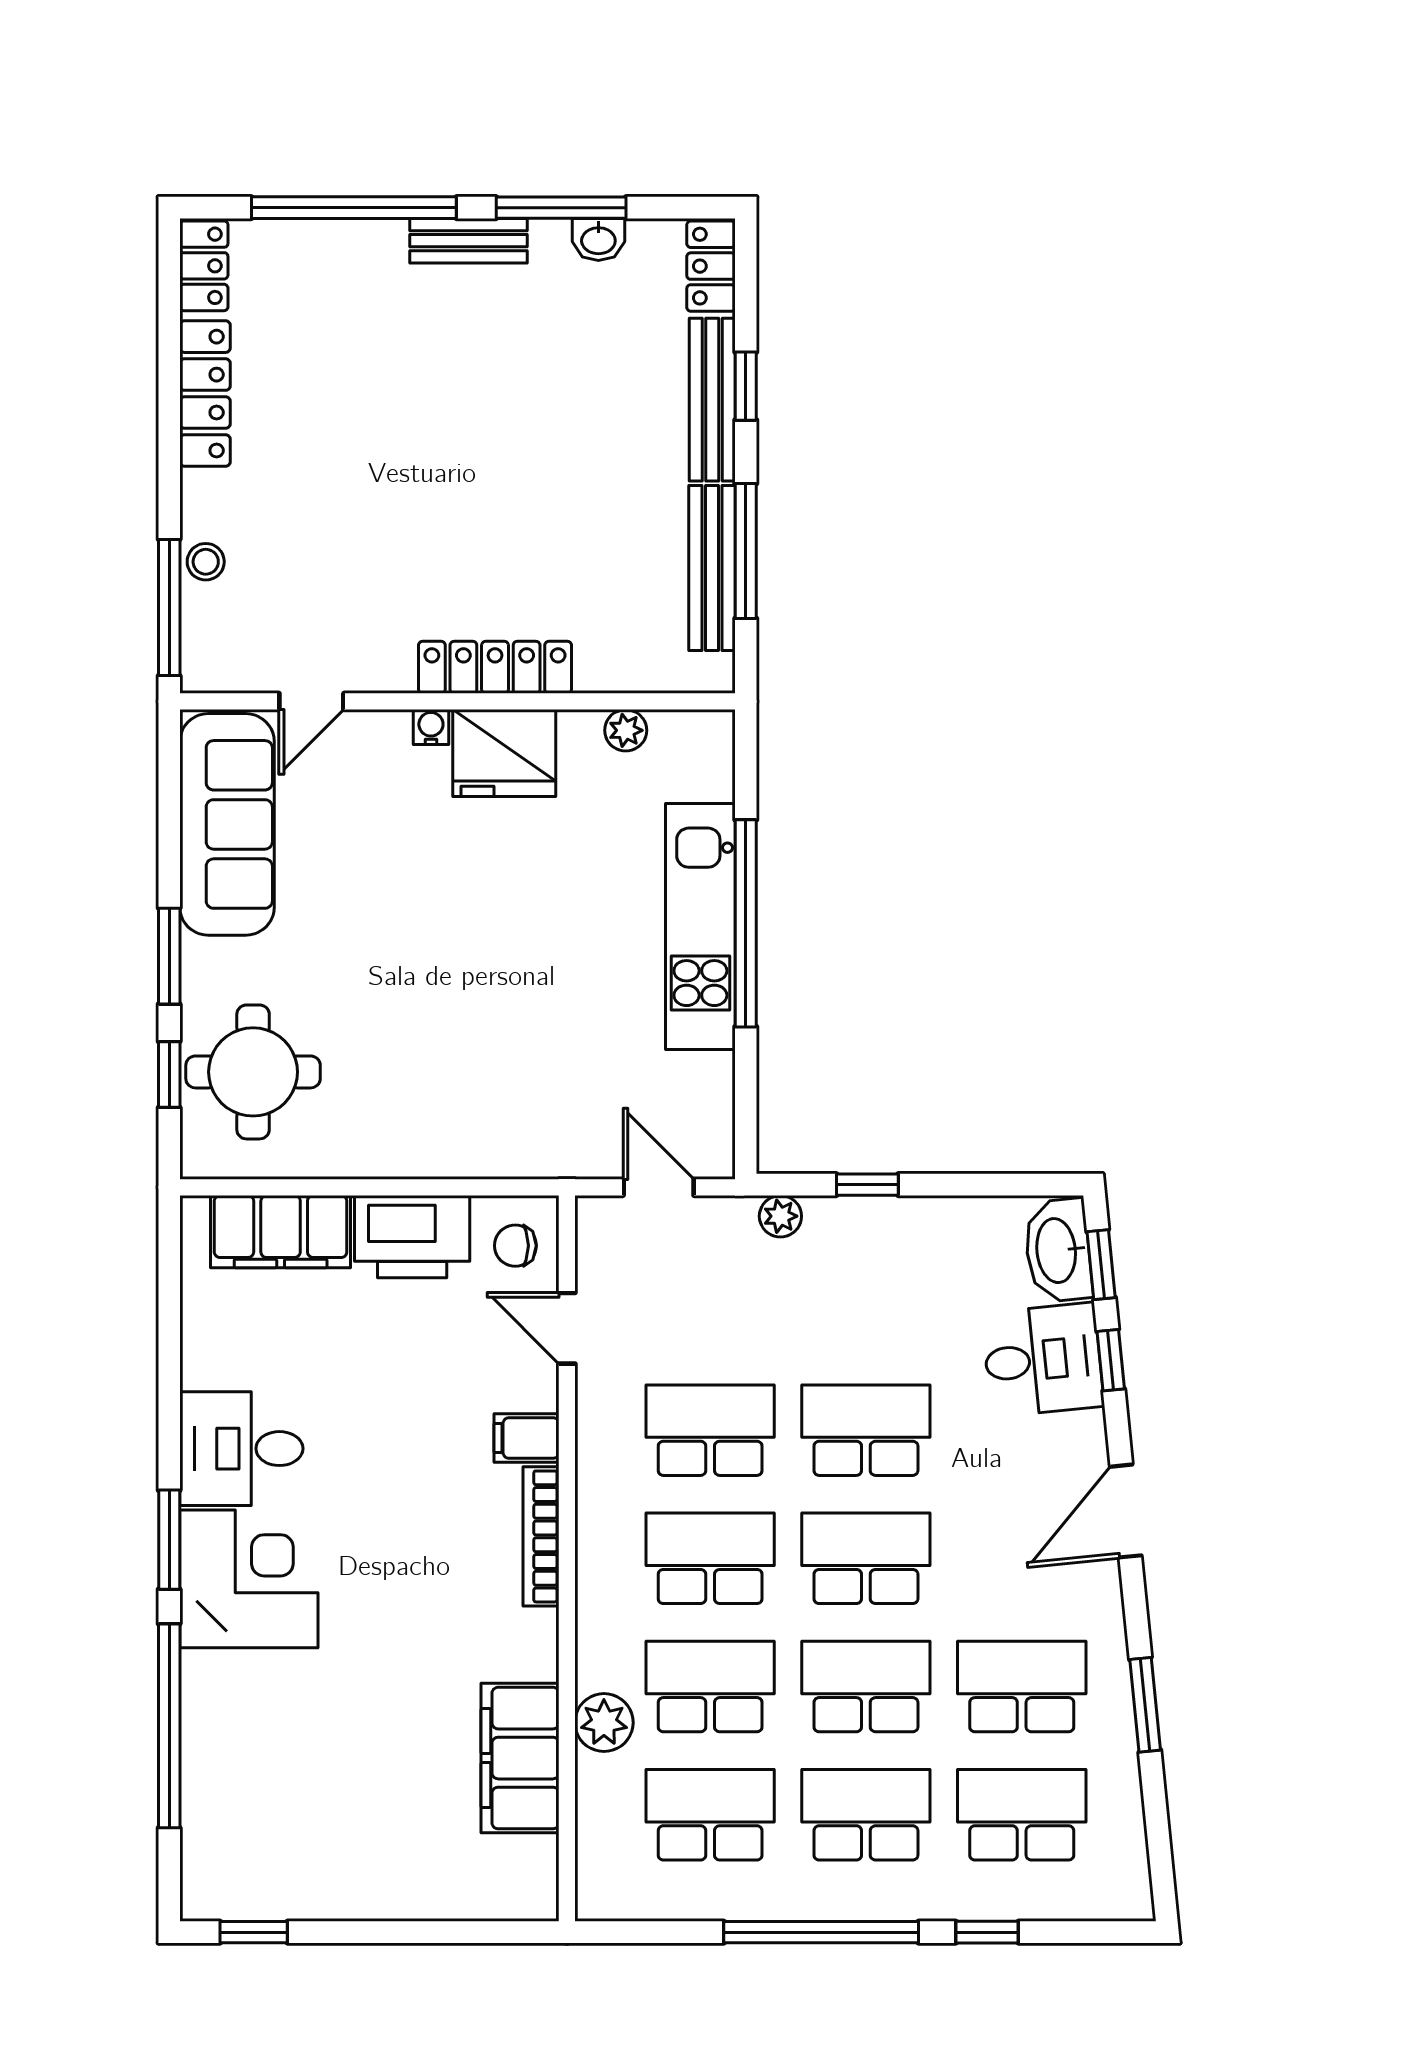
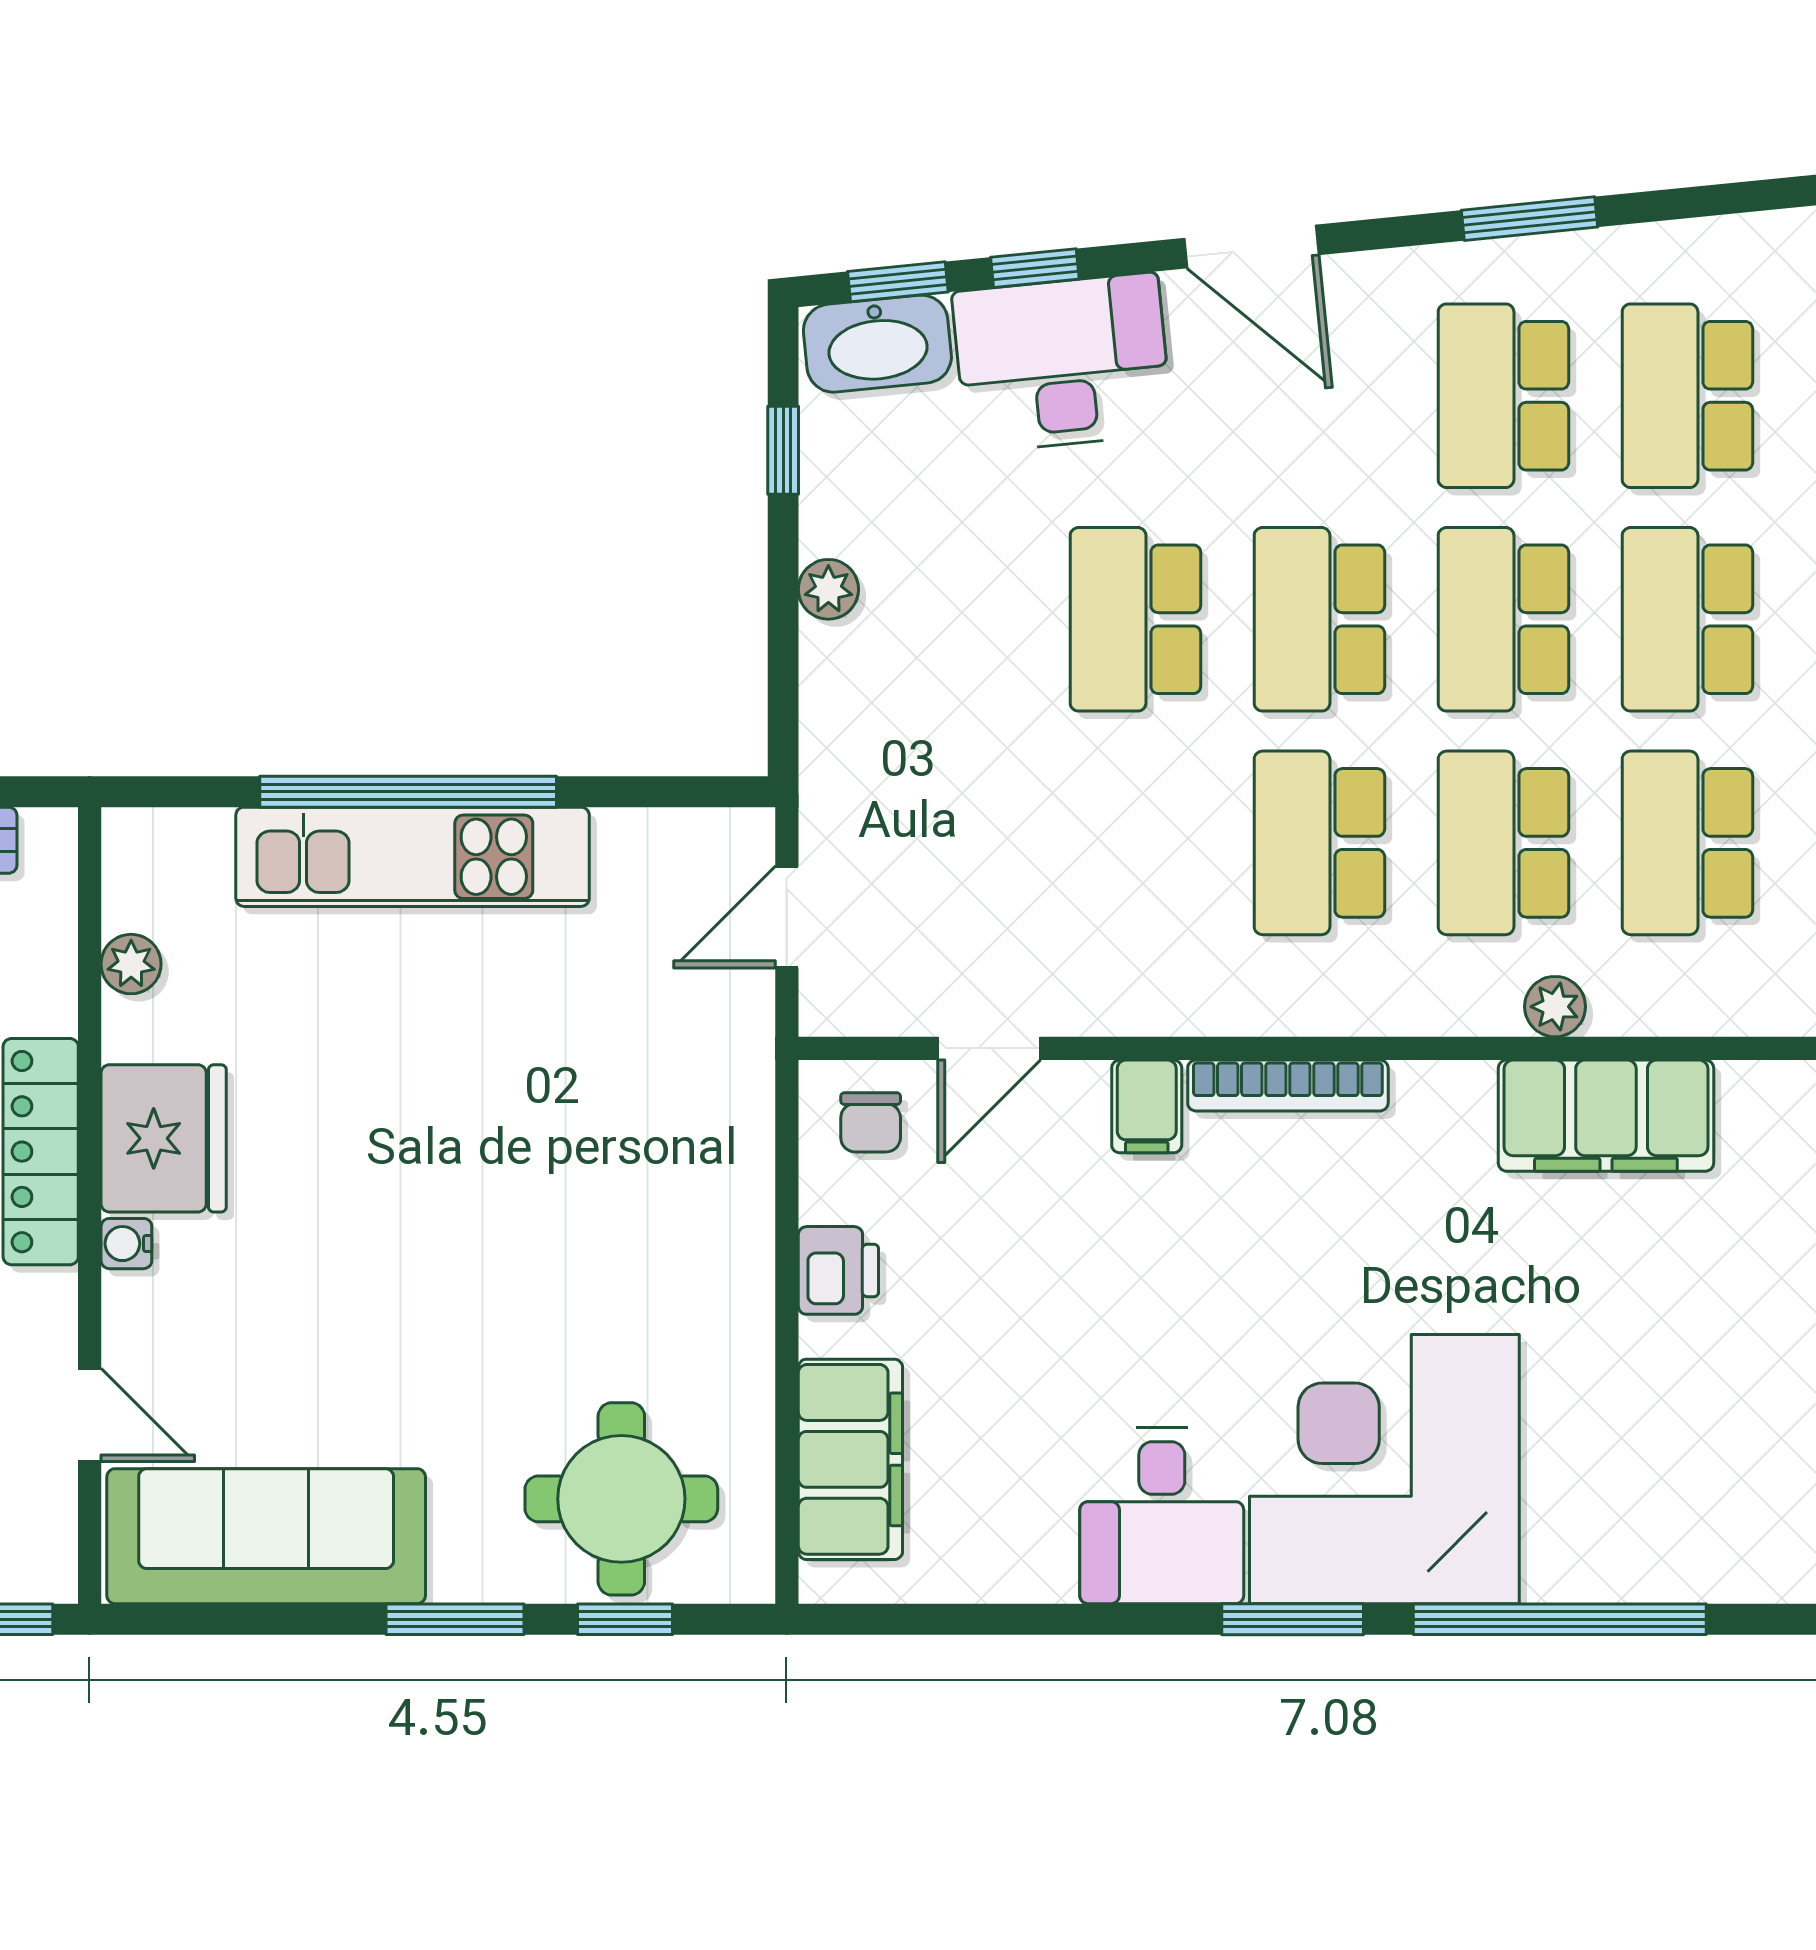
window: (867, 1185) -> (783, 450), moved
plant: (780, 1216) -> (828, 589), moved
printer: (412, 1237) -> (838, 1270), width x0.53, depth x0.68
desk: (1043, 1360) -> (1062, 363), width x1.37
school desk: (710, 1430) -> (1135, 843), removed
corner desk: (249, 1579) -> (1384, 1469), width x1.36, depth x1.36
plant: (604, 1723) -> (1555, 1007), width x0.73, depth x0.73

